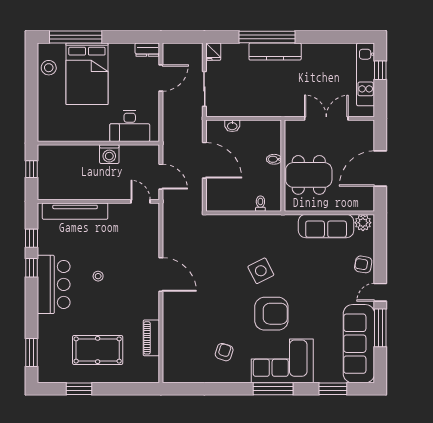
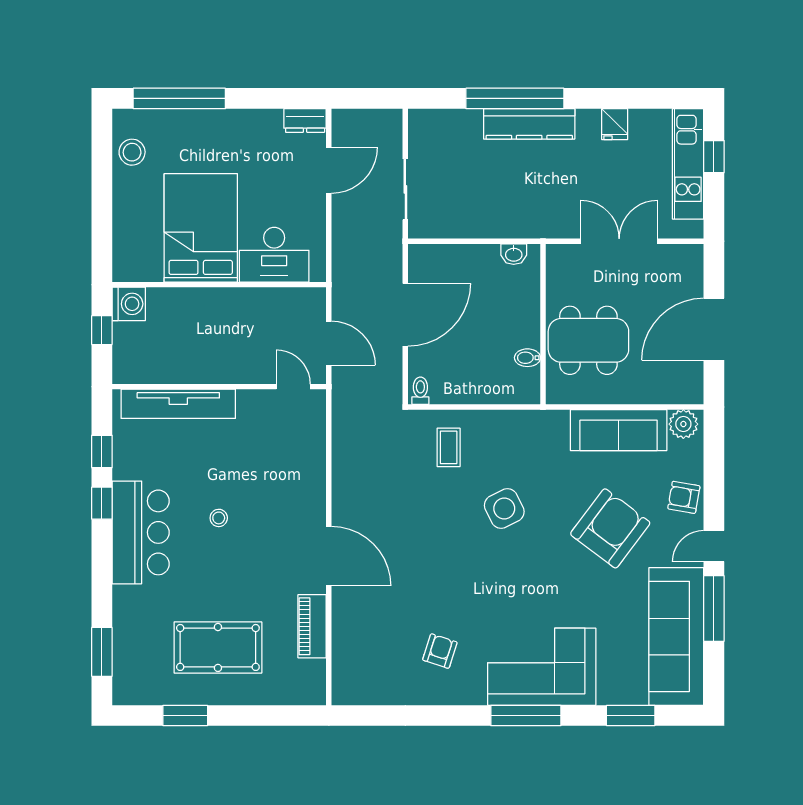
fridge: (213, 52) -> (615, 124), moved
bed: (87, 74) -> (201, 228), moved, turned 180
washbasin: (232, 126) -> (514, 254), moved
washing machine: (109, 154) -> (129, 304), moved, turned -90
bidet: (274, 159) -> (527, 358), moved
door: (204, 160) -> (405, 315), hinge flipped
toilet: (260, 204) -> (420, 391), moved
coffee table: (229, 236) -> (449, 447), added
door: (161, 275) -> (329, 556), moved
armchair: (271, 314) -> (610, 528), moved, turned -53

